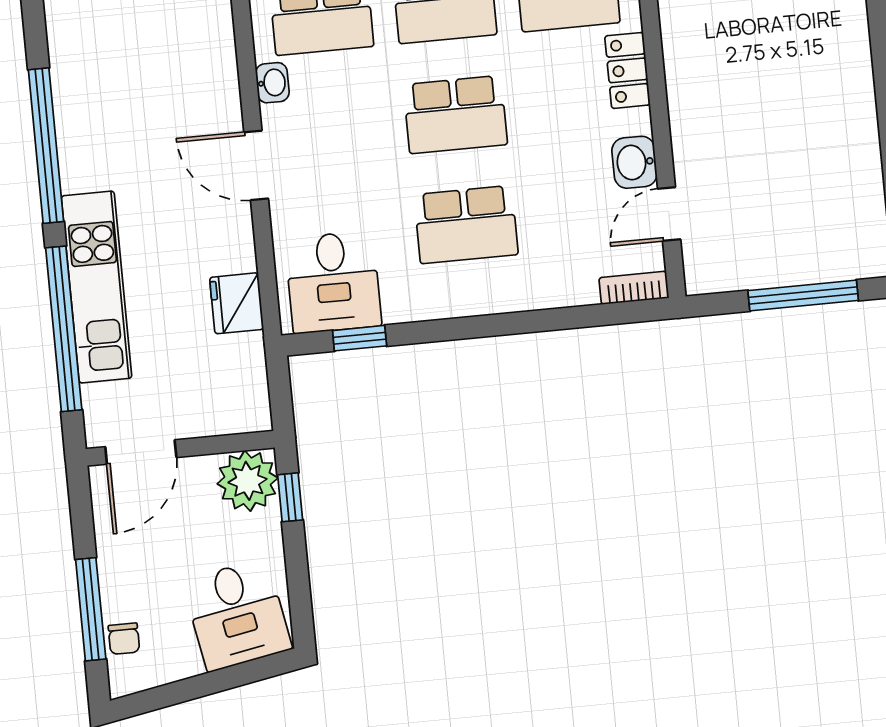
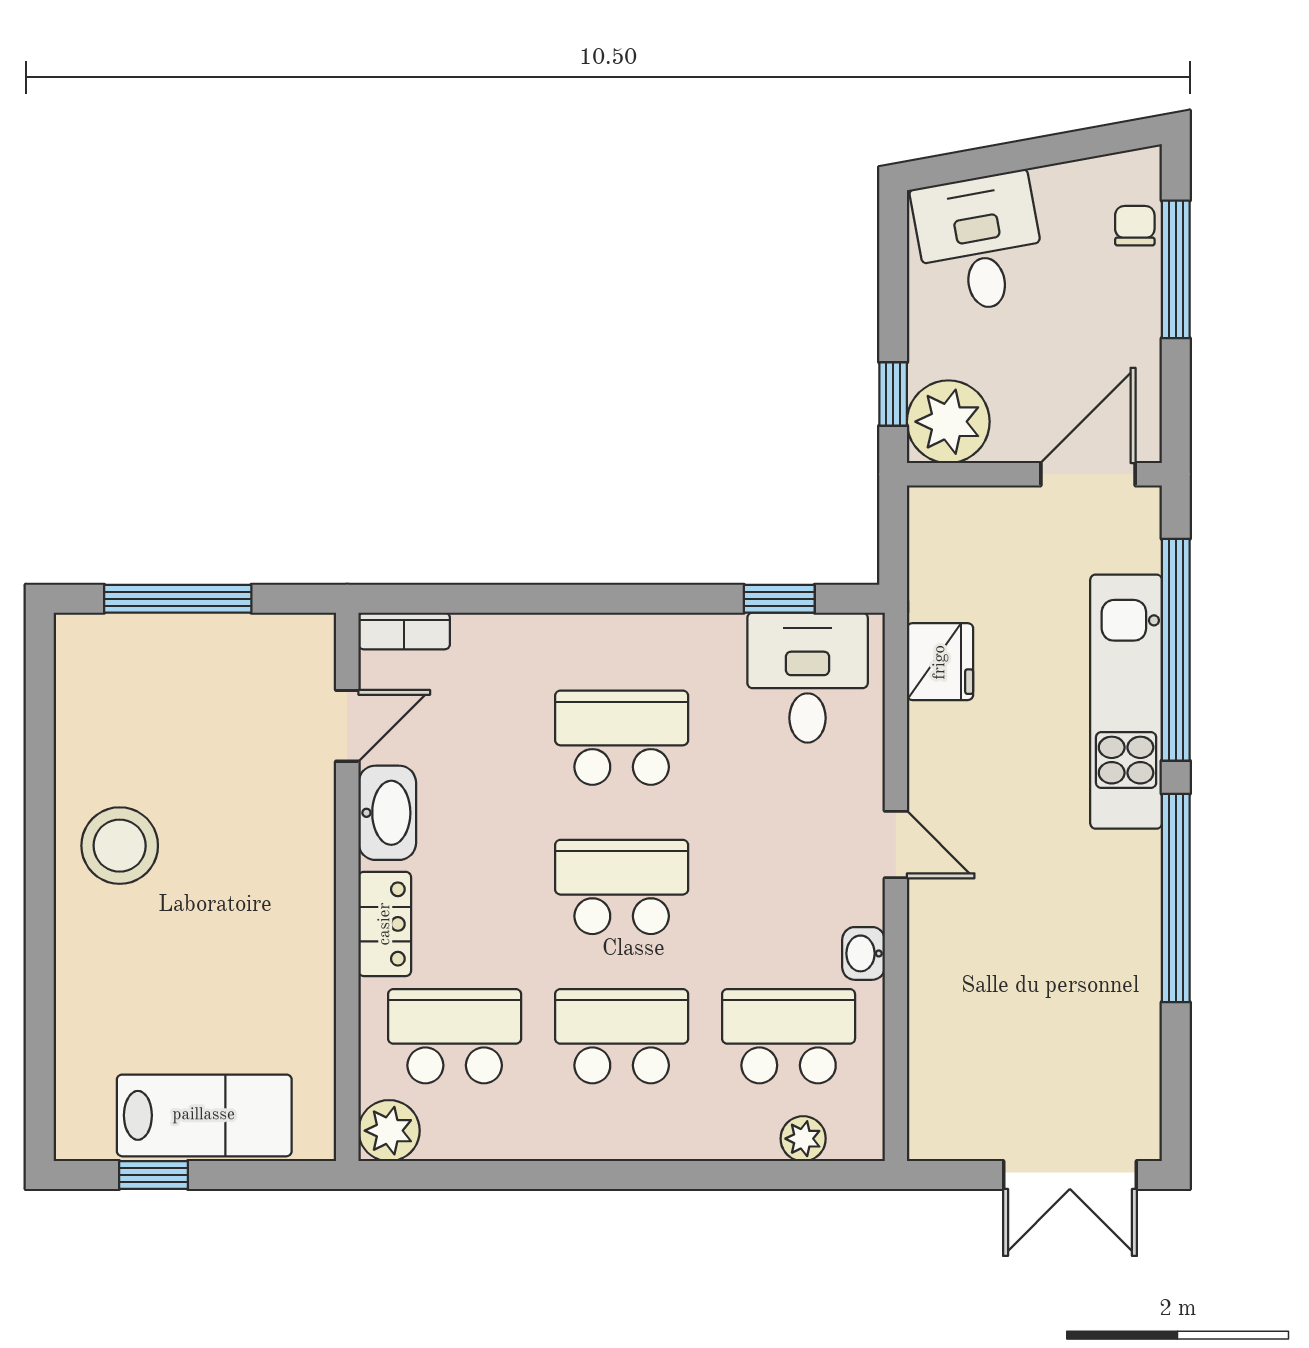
stool: (828, 109) -> (120, 846), added
washbasin: (634, 162) -> (387, 813), width x1.38
door: (256, 165) -> (896, 844), width x0.73

